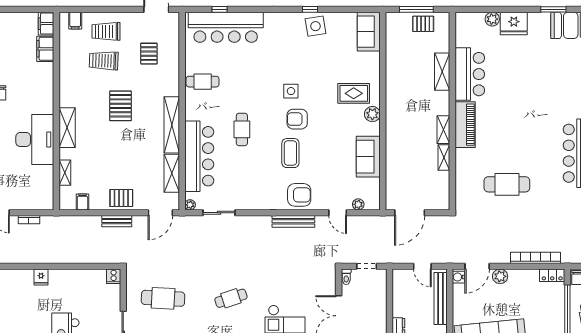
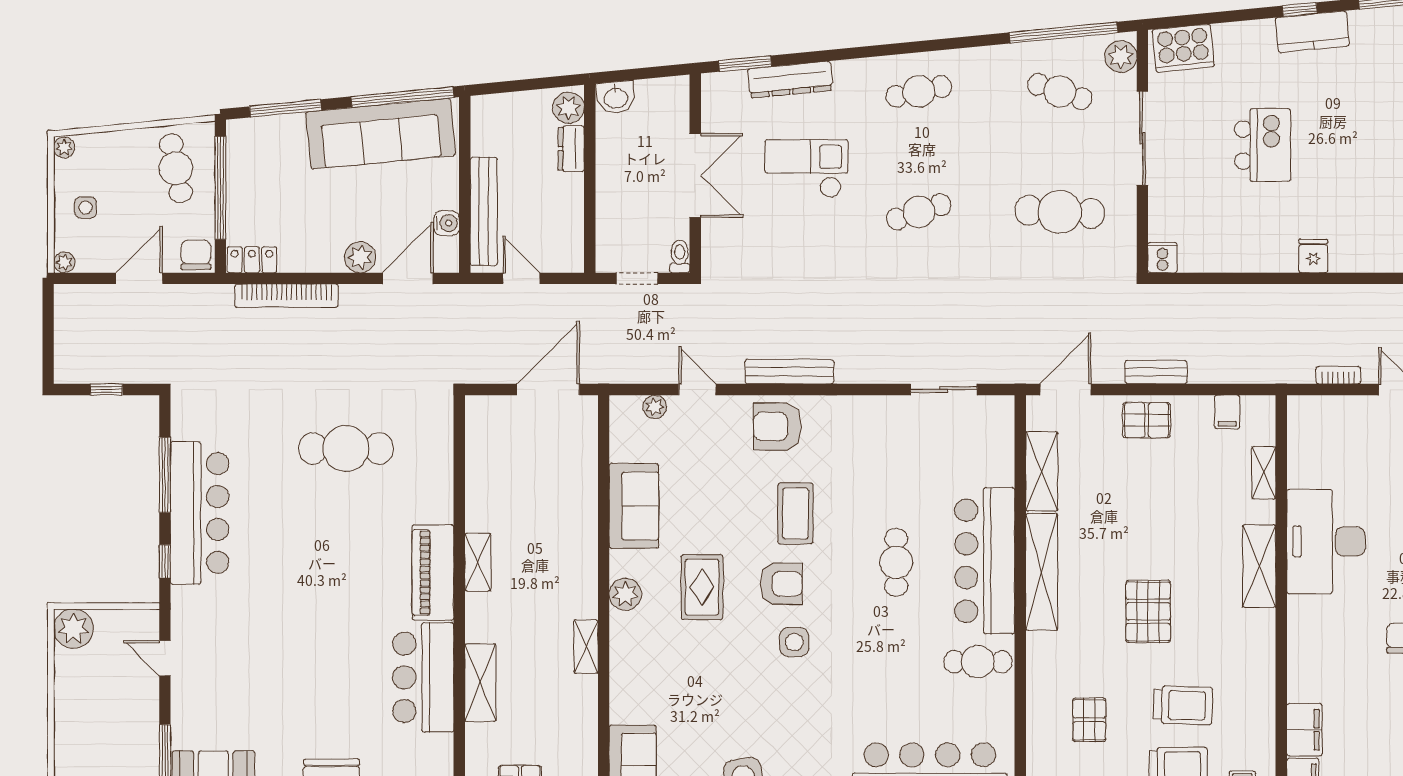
rug: (354, 93) -> (702, 587), moved, turned 90
bar counter: (199, 156) -> (985, 561), moved
shelving: (444, 158) -> (586, 647), moved
plant: (190, 205) -> (1004, 406), removed
water cooler: (458, 277) -> (447, 223), moved

